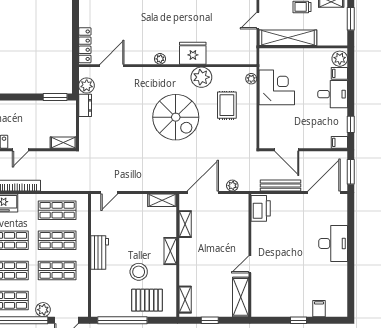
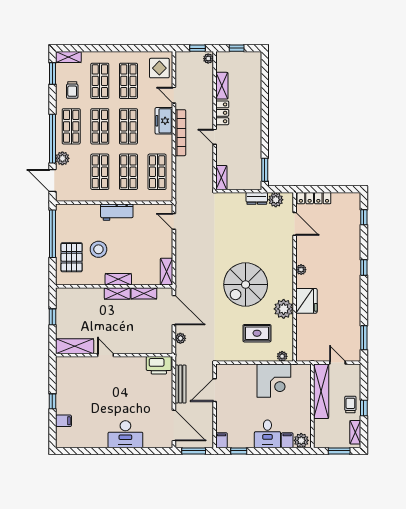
shelving: (185, 300) -> (117, 293), moved

